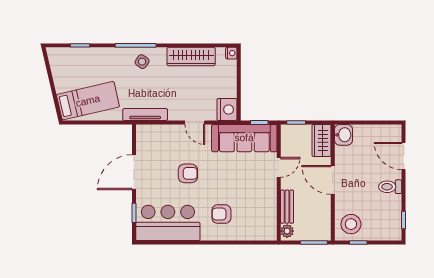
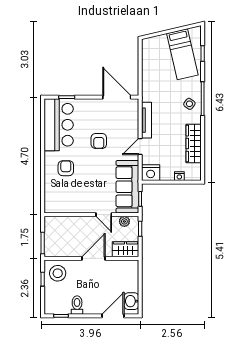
nightstand: (231, 53) -> (179, 176), moved
bed: (88, 101) -> (182, 54), moved
tv unit: (145, 115) -> (147, 120), moved
washbasin: (343, 135) -> (131, 301), moved, turned 90
door: (134, 172) -> (117, 97), moved
toilet: (390, 187) -> (77, 305), moved
bench: (287, 207) -> (72, 221), removed
plant: (287, 231) -> (124, 221), moved

